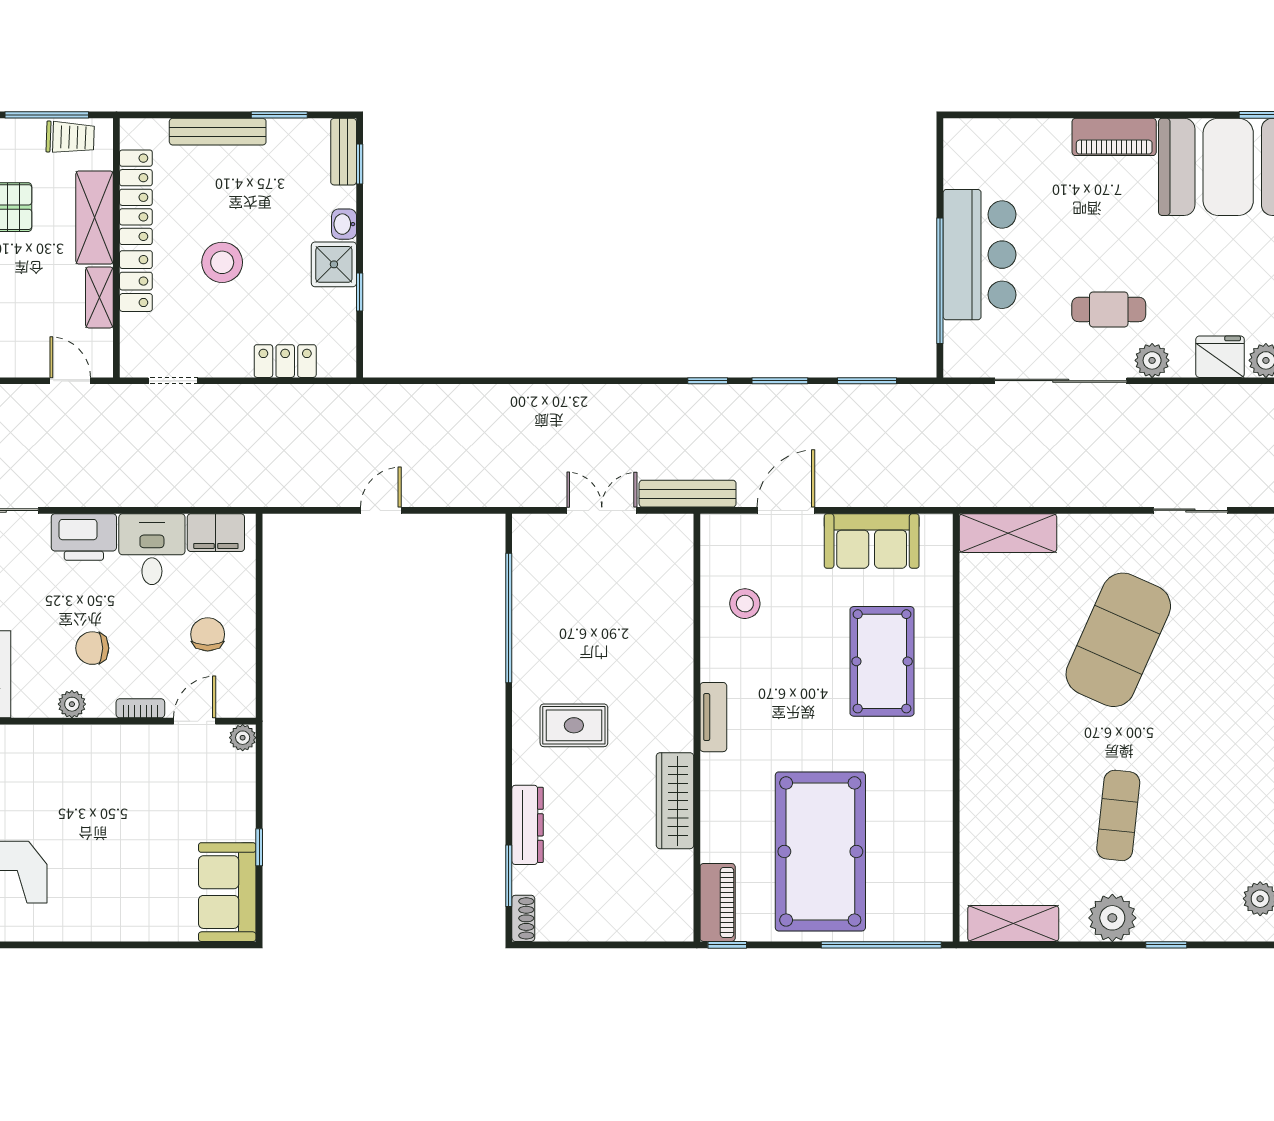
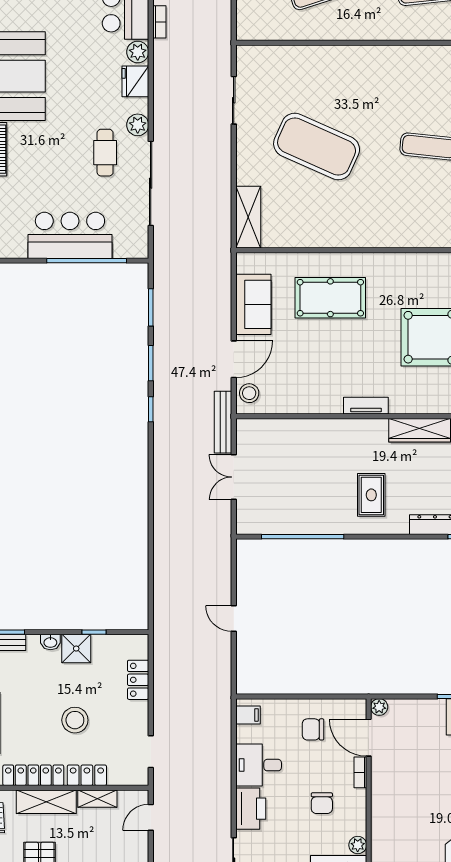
door: (786, 510) -> (234, 359), swing flipped
filing cabinet: (216, 533) -> (248, 715), width x0.50
stool: (745, 604) -> (249, 393), moved
plant: (72, 704) -> (358, 845), moved
door: (195, 721) -> (369, 738), width x1.38

